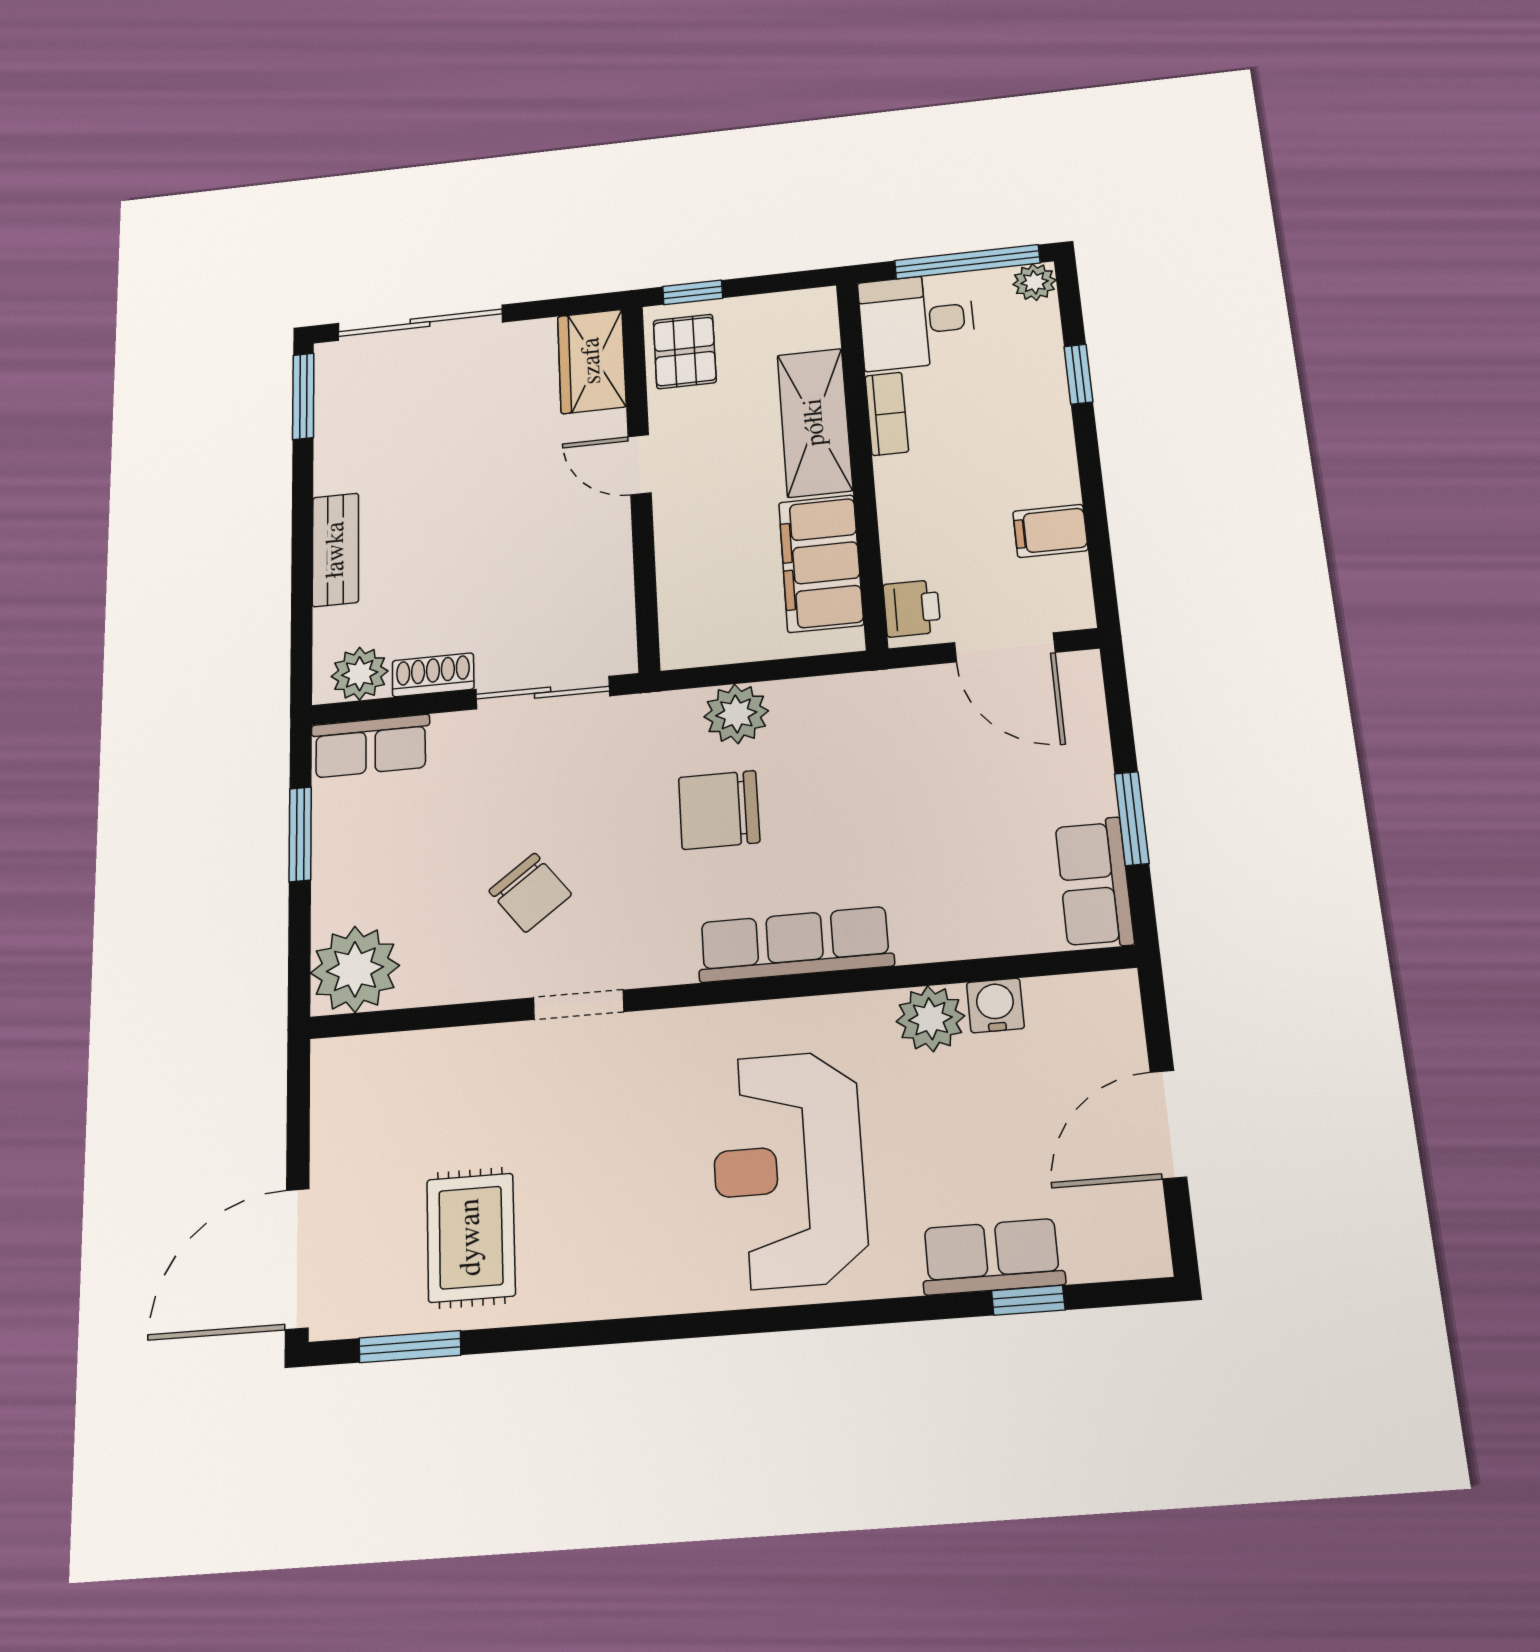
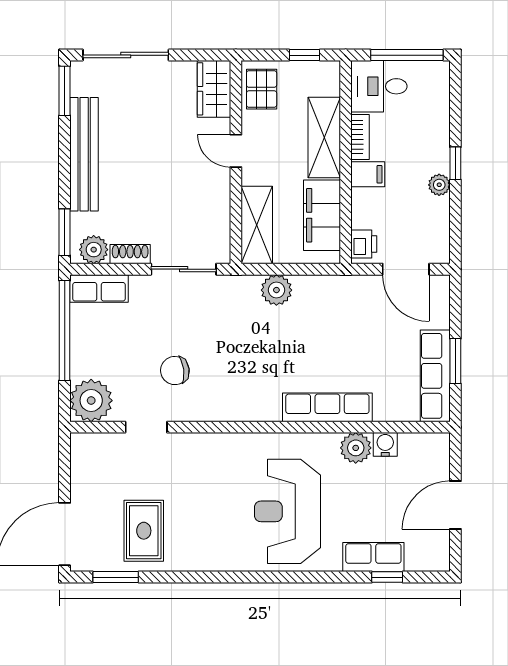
plant: (1034, 282) -> (439, 185), moved
window: (693, 292) -> (305, 55), moved
window: (1078, 374) -> (455, 163), moved
filing cabinet: (1050, 531) -> (368, 174), moved, turned 180
bench: (336, 550) -> (84, 154), width x1.86, depth x1.21
shelving: (689, 595) -> (257, 225), added
window: (301, 647) -> (65, 232), added
chair: (719, 810) -> (266, 338), removed
window: (300, 834) -> (65, 330), width x2.11
row of seats: (1094, 883) -> (435, 376), width x1.48
chair: (530, 893) -> (175, 371), turned 119
row of seats: (795, 944) -> (327, 407), moved
doorway: (578, 1005) -> (146, 427), moved

